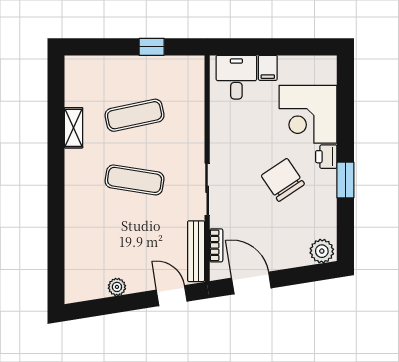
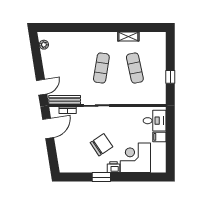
plant: (322, 251) -> (65, 165), removed
plant: (117, 287) -> (44, 45), moved

